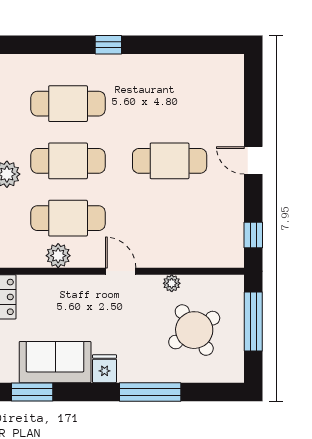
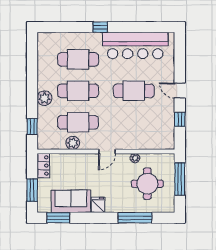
bar counter: (172, 78) -> (135, 45), added
window: (253, 235) -> (180, 119), moved
door: (121, 271) -> (107, 151), swing flipped
round table: (194, 330) -> (147, 184), turned 33
window: (150, 392) -> (135, 218), moved

